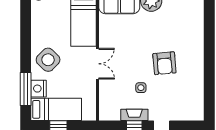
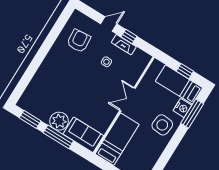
side table: (48, 60) -> (162, 125), turned -38
armchair: (164, 63) -> (79, 41), moved

